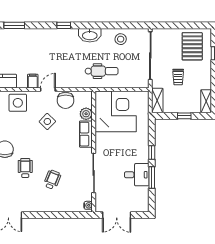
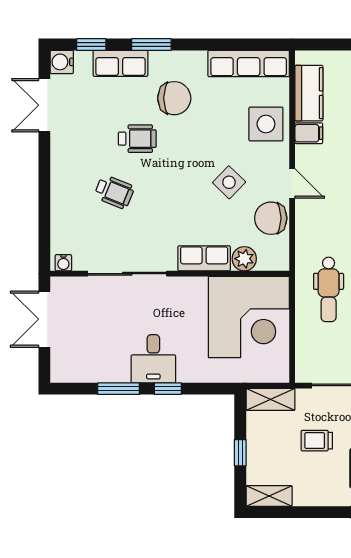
filing cabinet: (33, 81) -> (309, 133), moved
desk: (137, 175) -> (153, 359), moved

